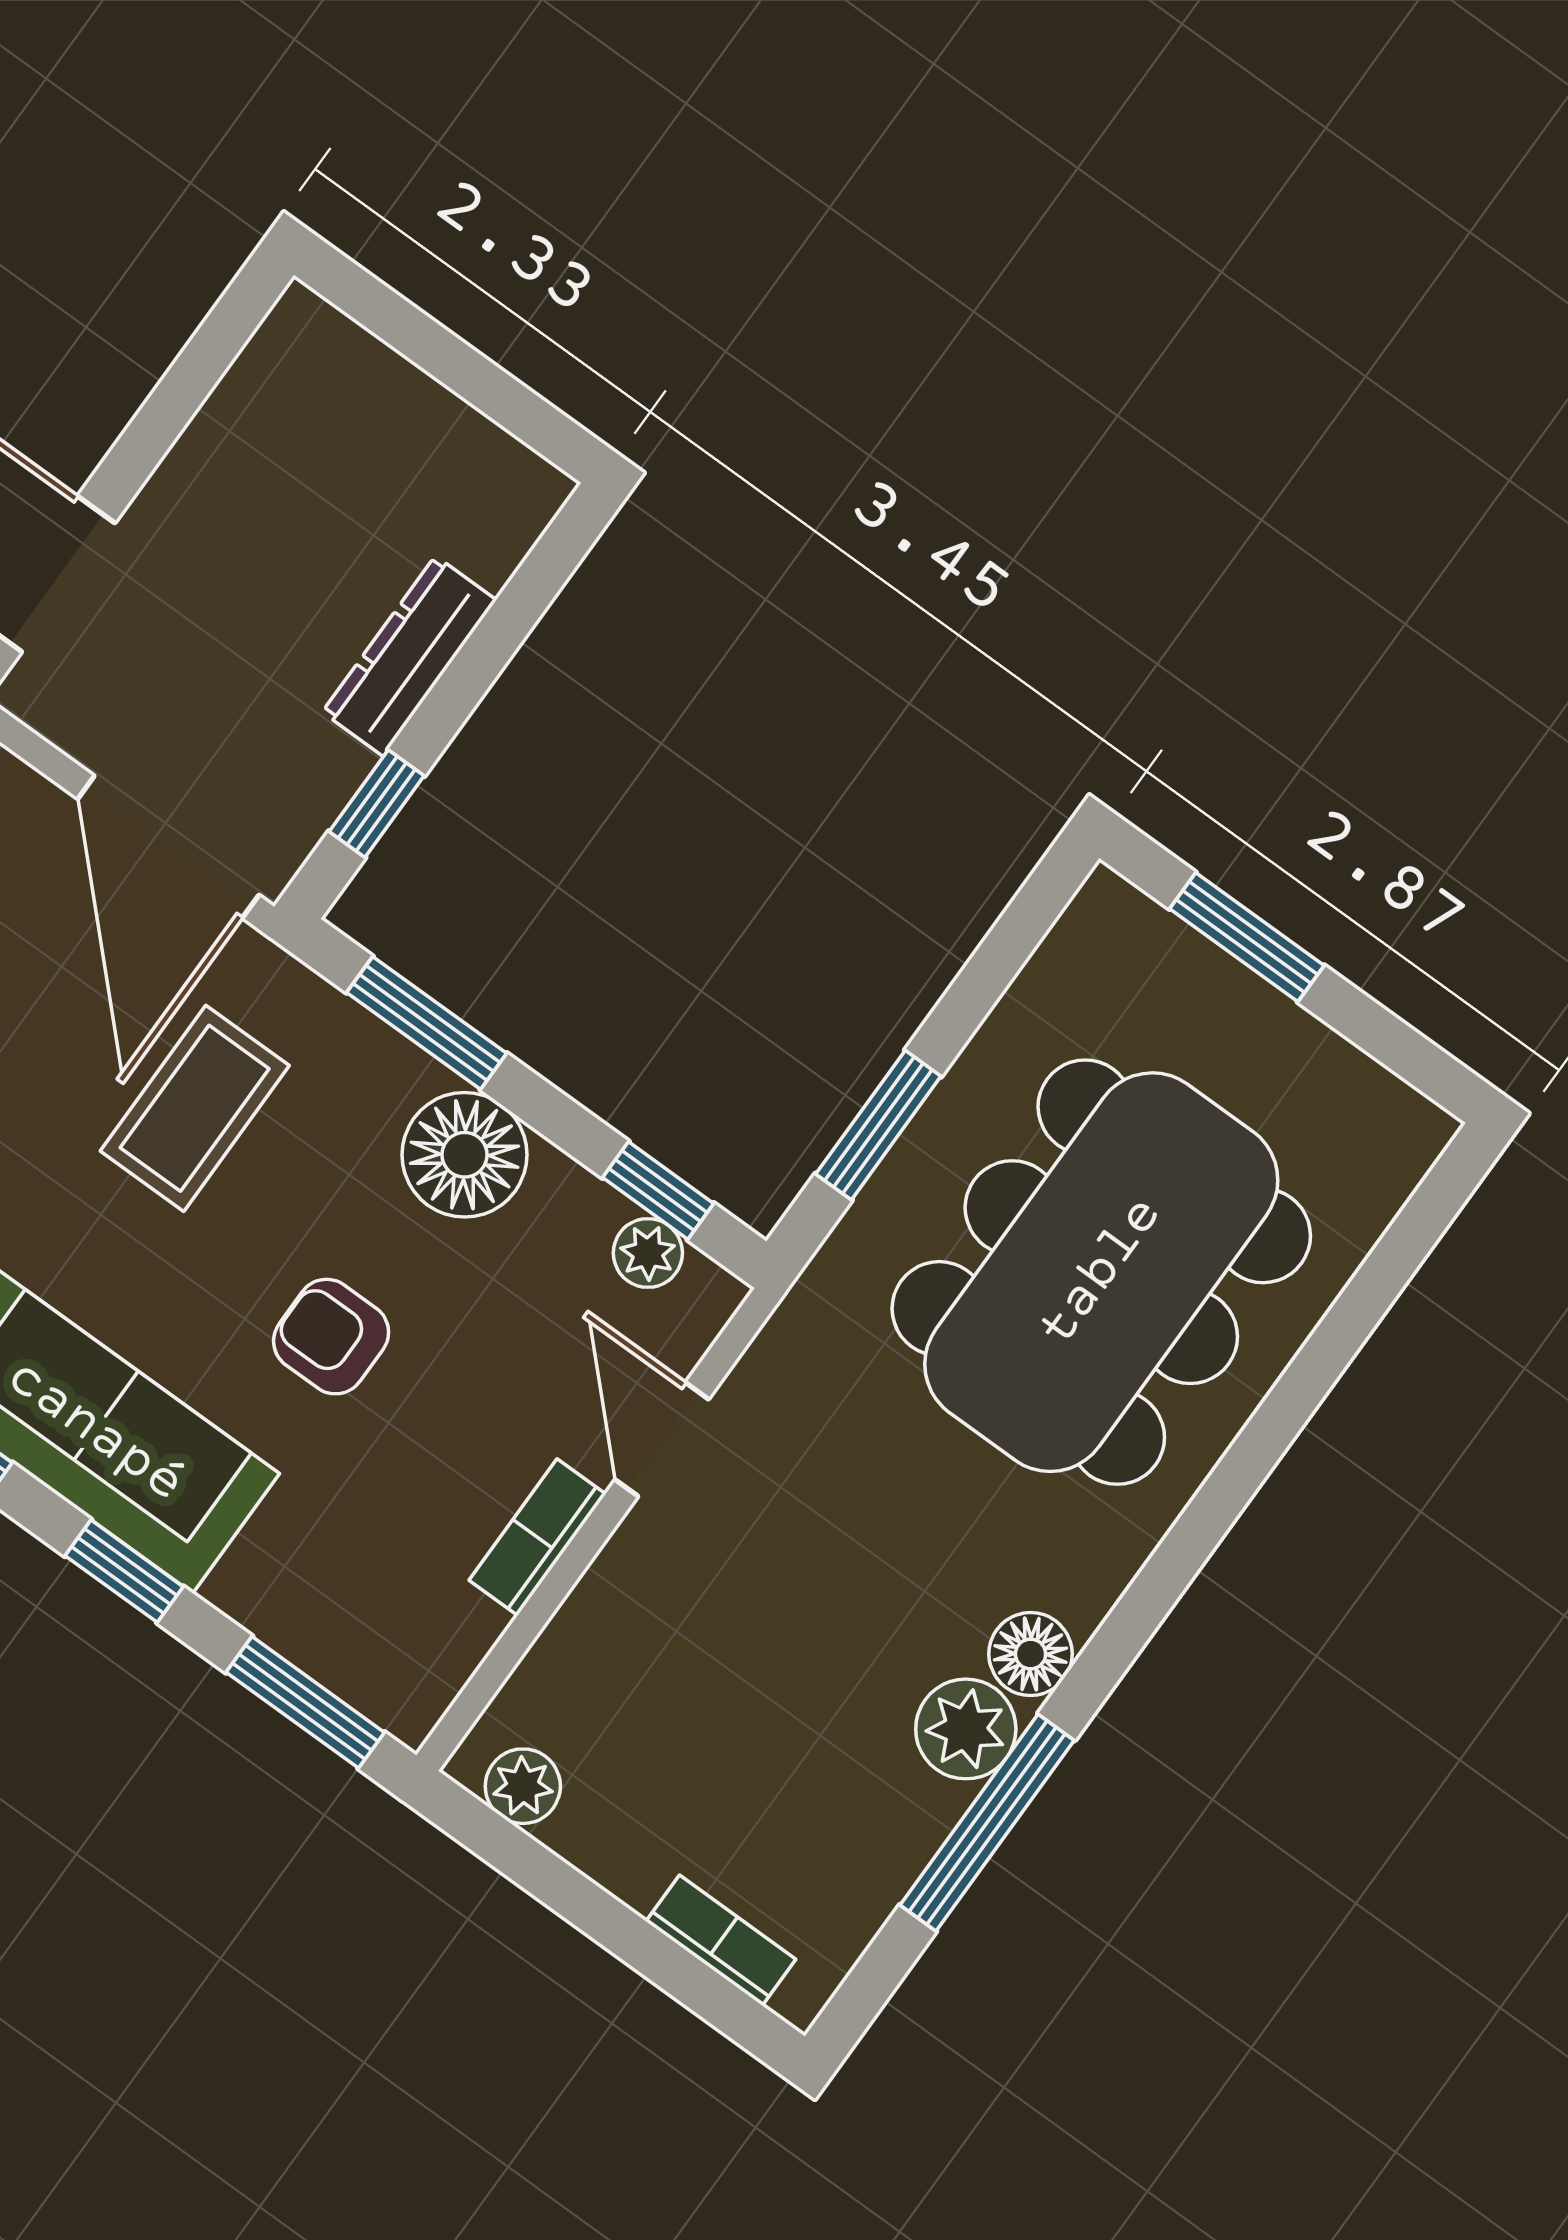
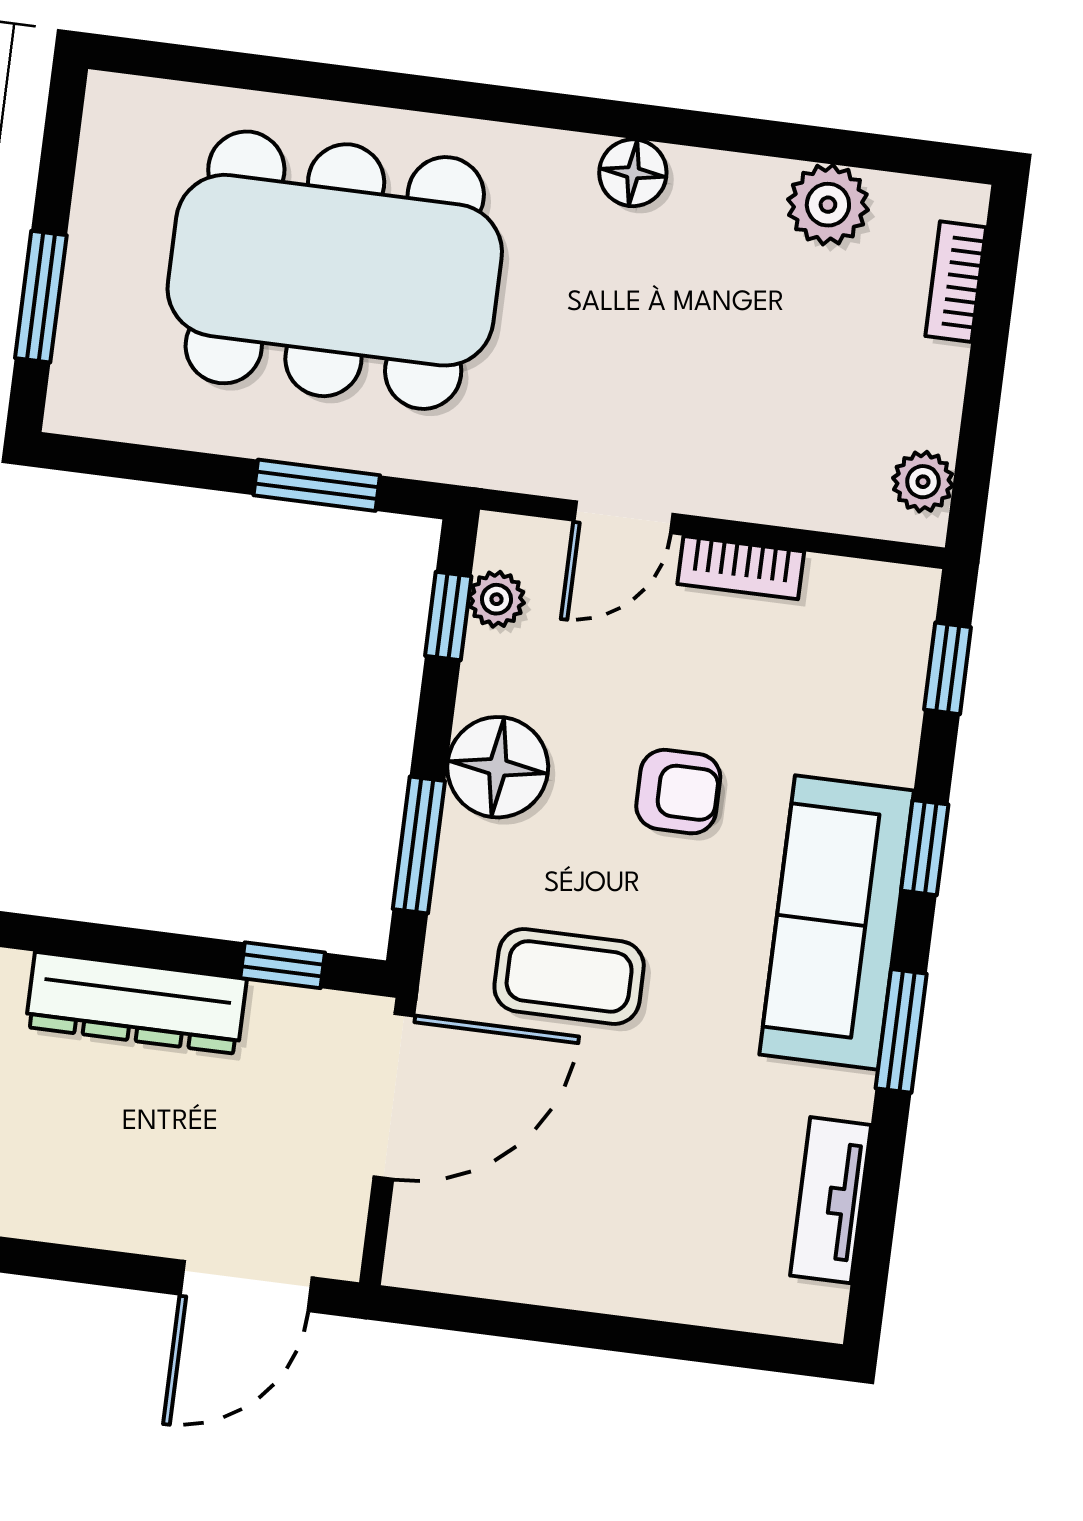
dresser: (409, 656) -> (136, 1003), width x1.37, depth x1.24
armchair: (331, 1337) -> (678, 792), turned -90
window: (305, 1702) -> (948, 668), width x0.67
plant: (966, 1729) -> (828, 205), moved
window: (987, 1823) -> (769, 138), removed

